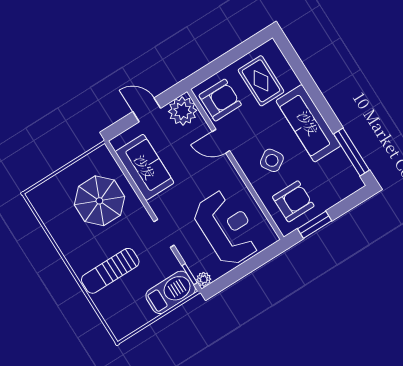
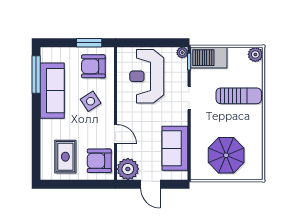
sofa: (308, 123) -> (52, 91), moved
parasol: (99, 201) -> (226, 155), moved
plant: (121, 329) -> (255, 54), added

